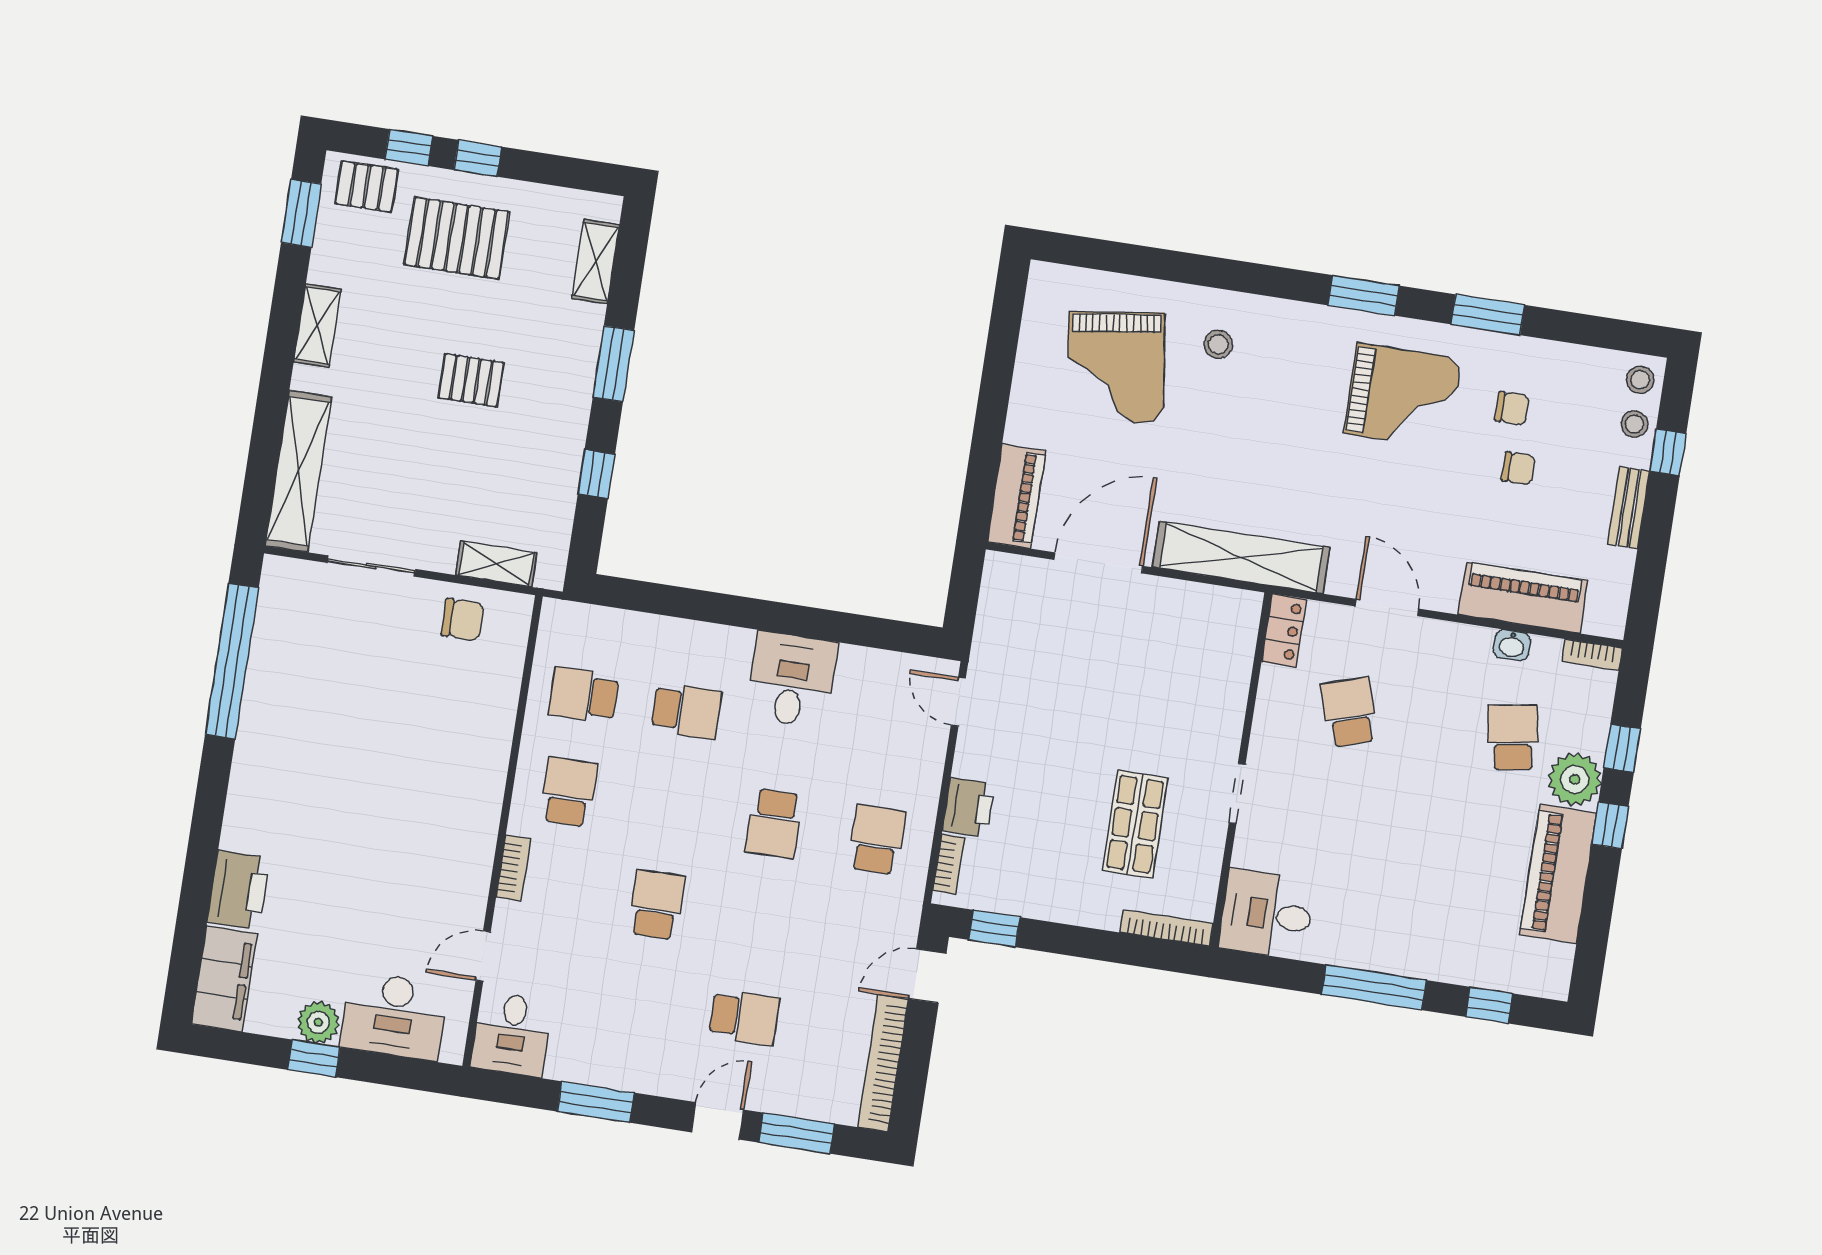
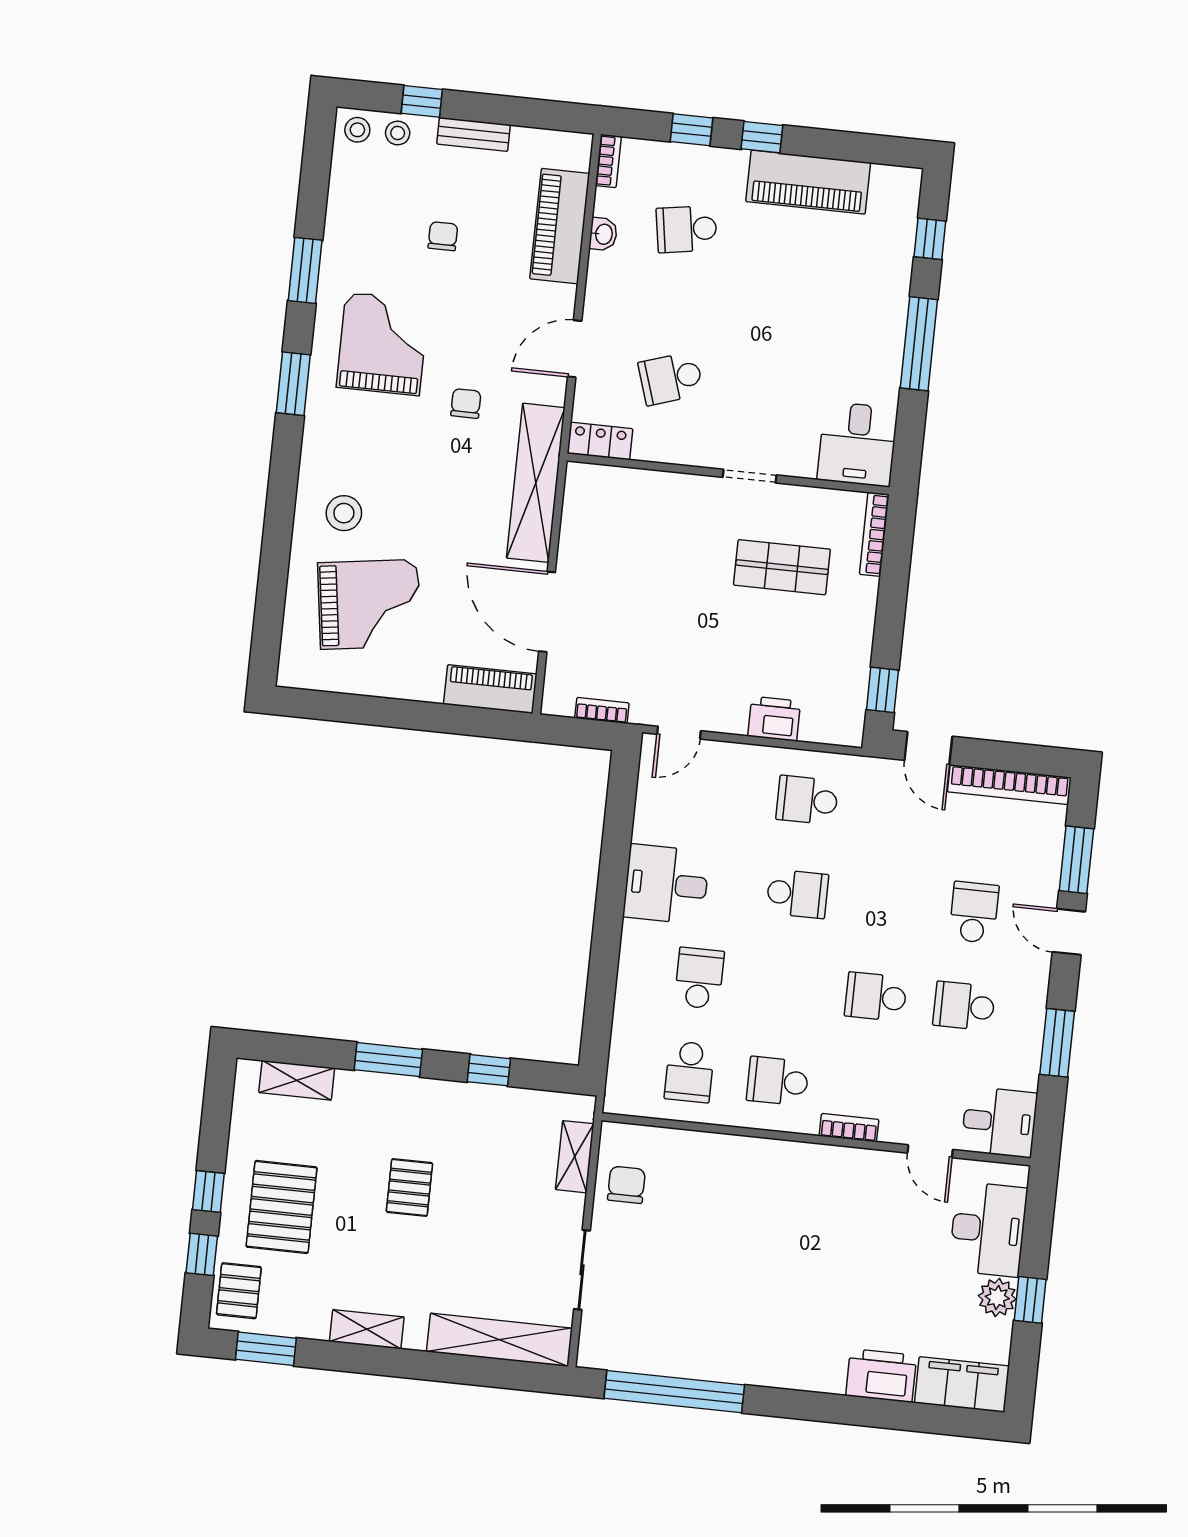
stool: (1218, 344) -> (344, 513), width x1.37, depth x1.37
chair: (1512, 408) -> (466, 403), moved
plant: (1575, 779) -> (722, 171), removed
bookcase: (949, 864) -> (602, 710), moved
school desk: (641, 1001) -> (964, 1006), added

